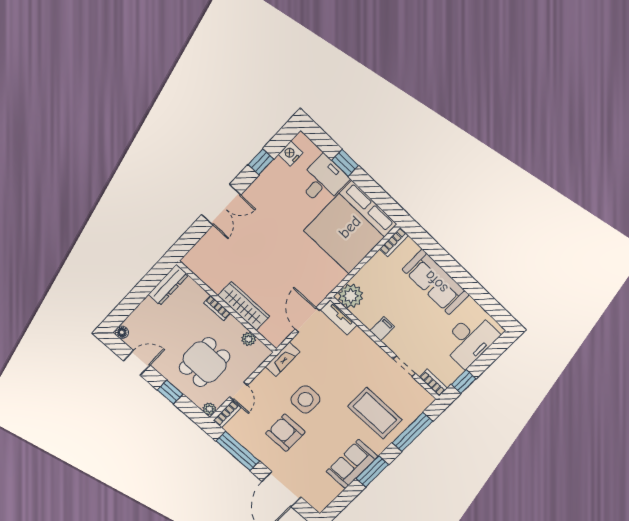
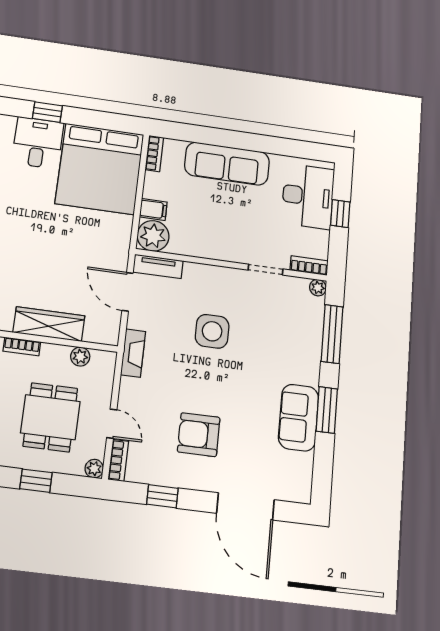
filing cabinet: (382, 329) -> (153, 209), moved, turned 90
window: (464, 382) -> (340, 213), moved
side table: (305, 399) -> (212, 331), moved
plant: (427, 399) -> (318, 288), added
coffee table: (375, 413) -> (276, 342), removed
window: (238, 451) -> (162, 496), width x0.46

